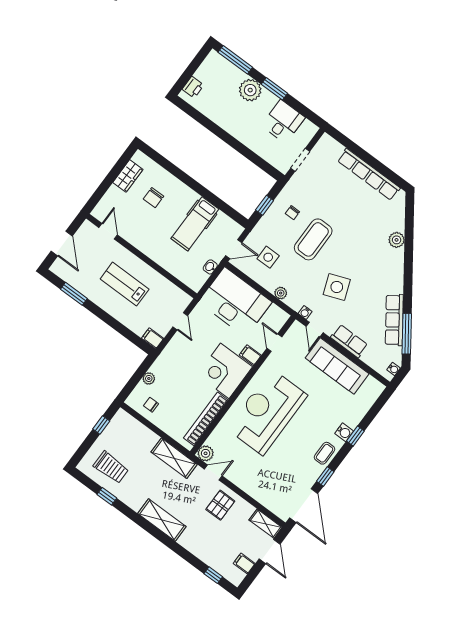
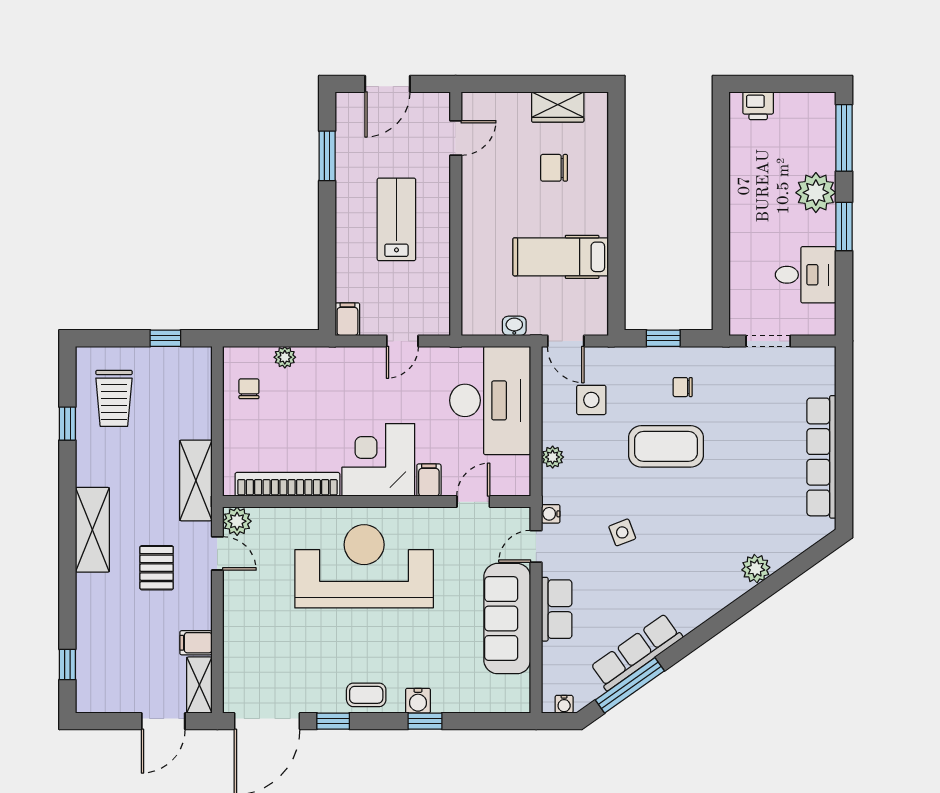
side table: (337, 287) -> (622, 532), width x0.54, depth x0.54
pallet: (220, 505) -> (157, 568), moved, turned 90
filing cabinet: (244, 563) -> (196, 643), moved, turned -90

